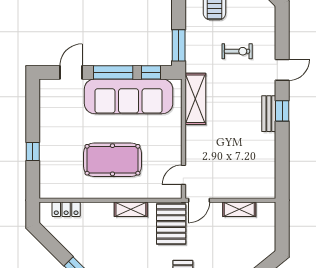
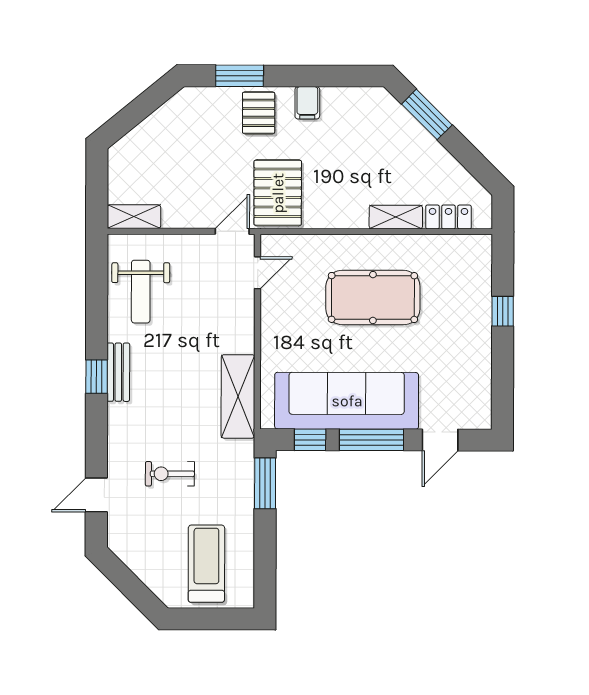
door: (282, 70) -> (96, 495), moved
weight bench: (255, 163) -> (141, 292), added
shelving: (131, 209) -> (396, 217), moved
shelving: (239, 209) -> (134, 217), moved

